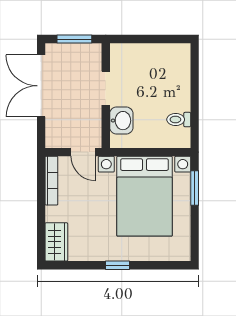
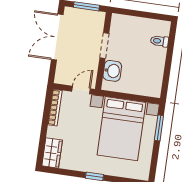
toilet: (179, 120) -> (159, 41), moved
door: (83, 152) -> (81, 90), swing flipped

